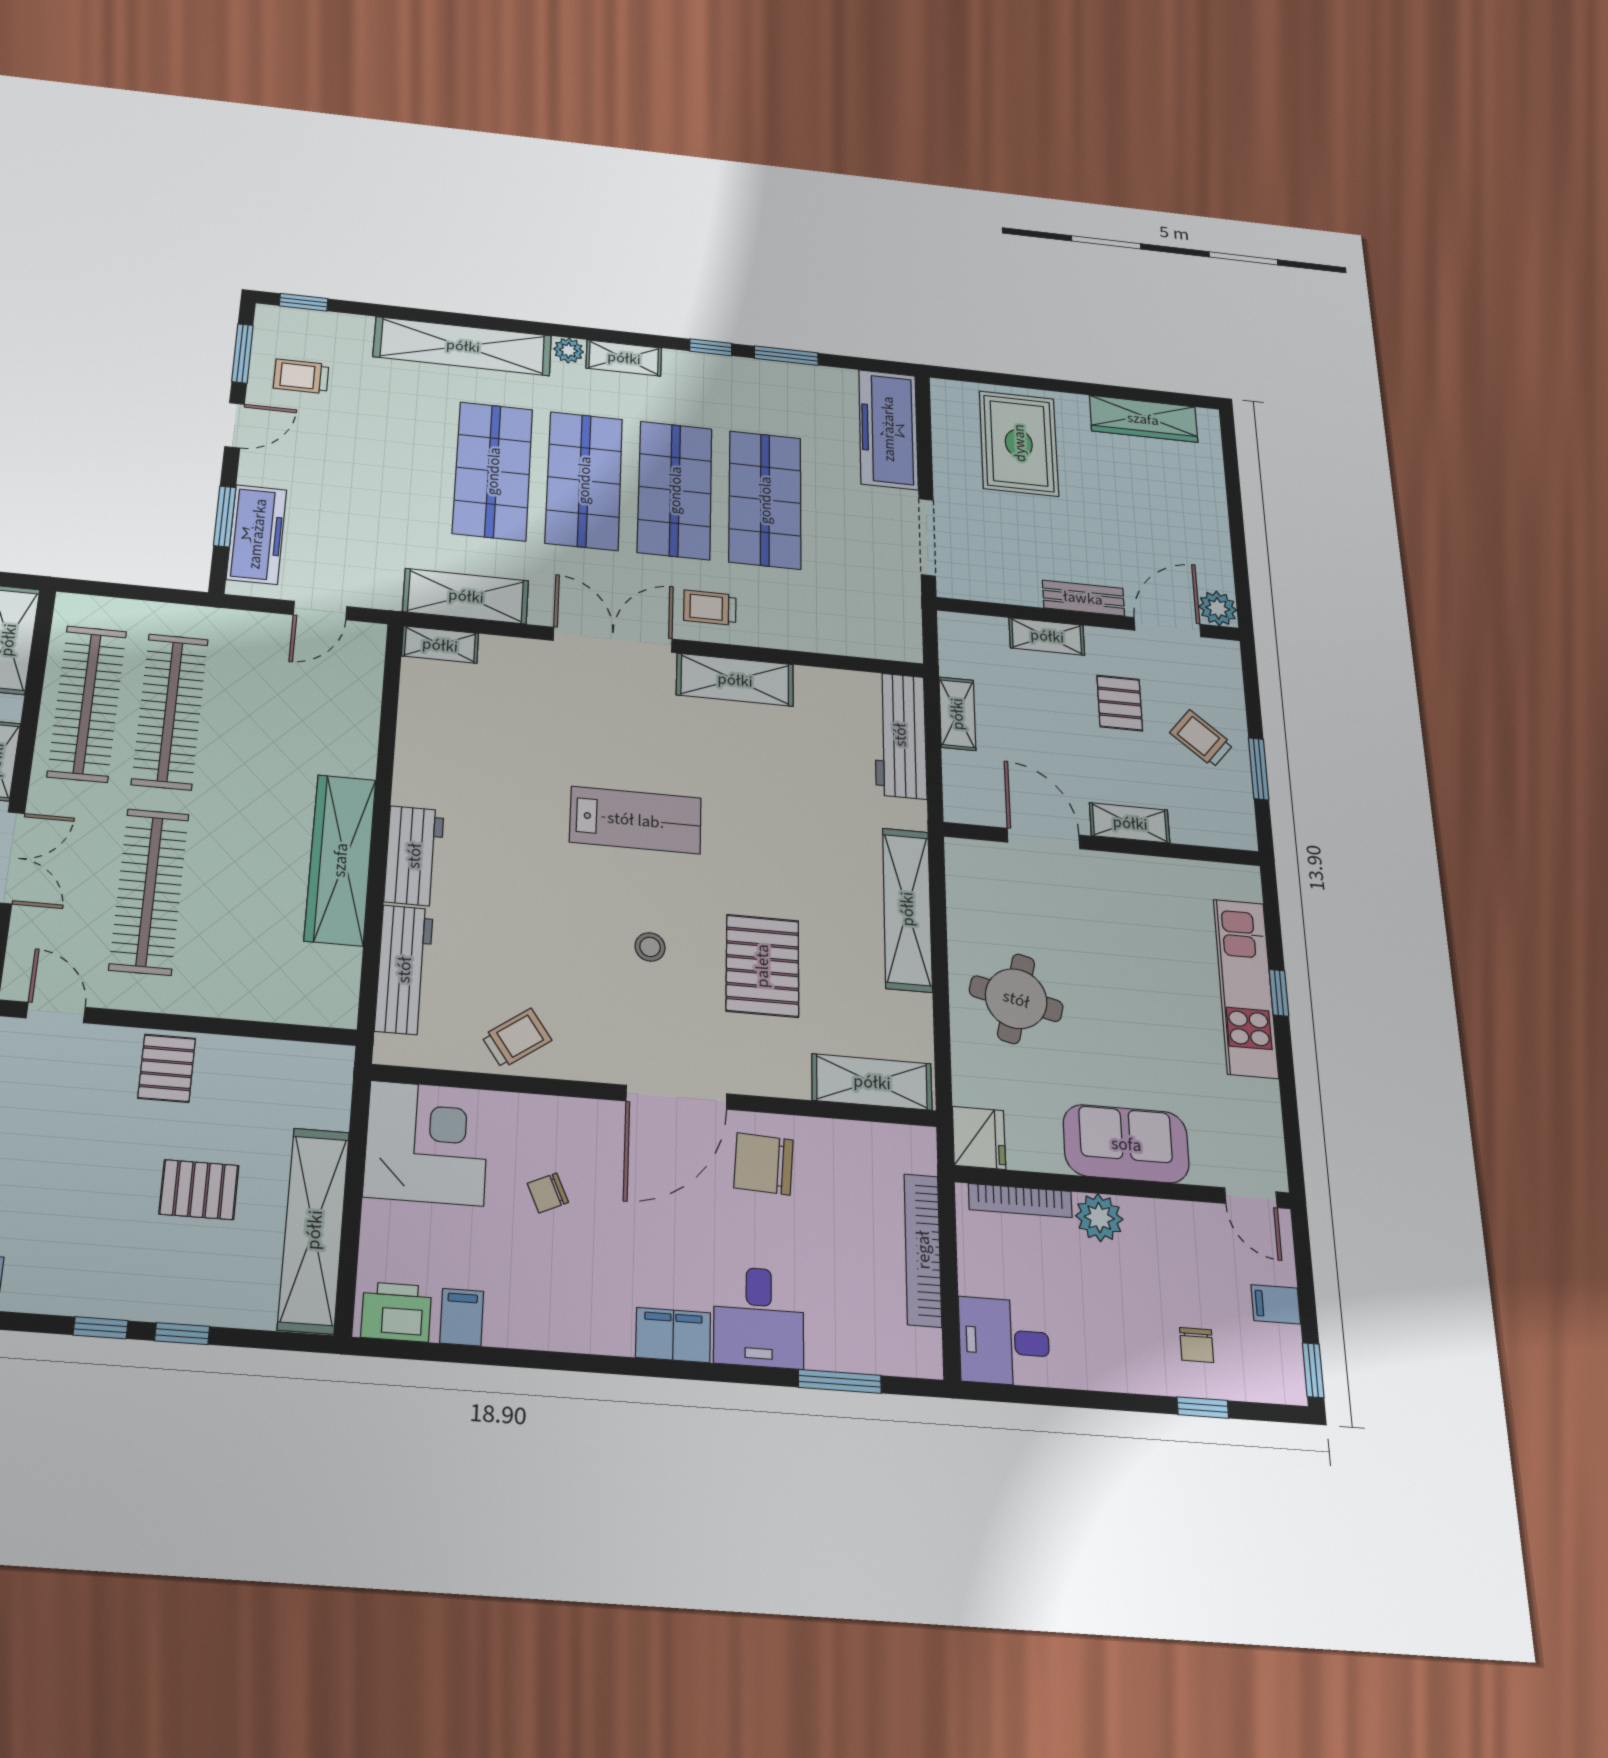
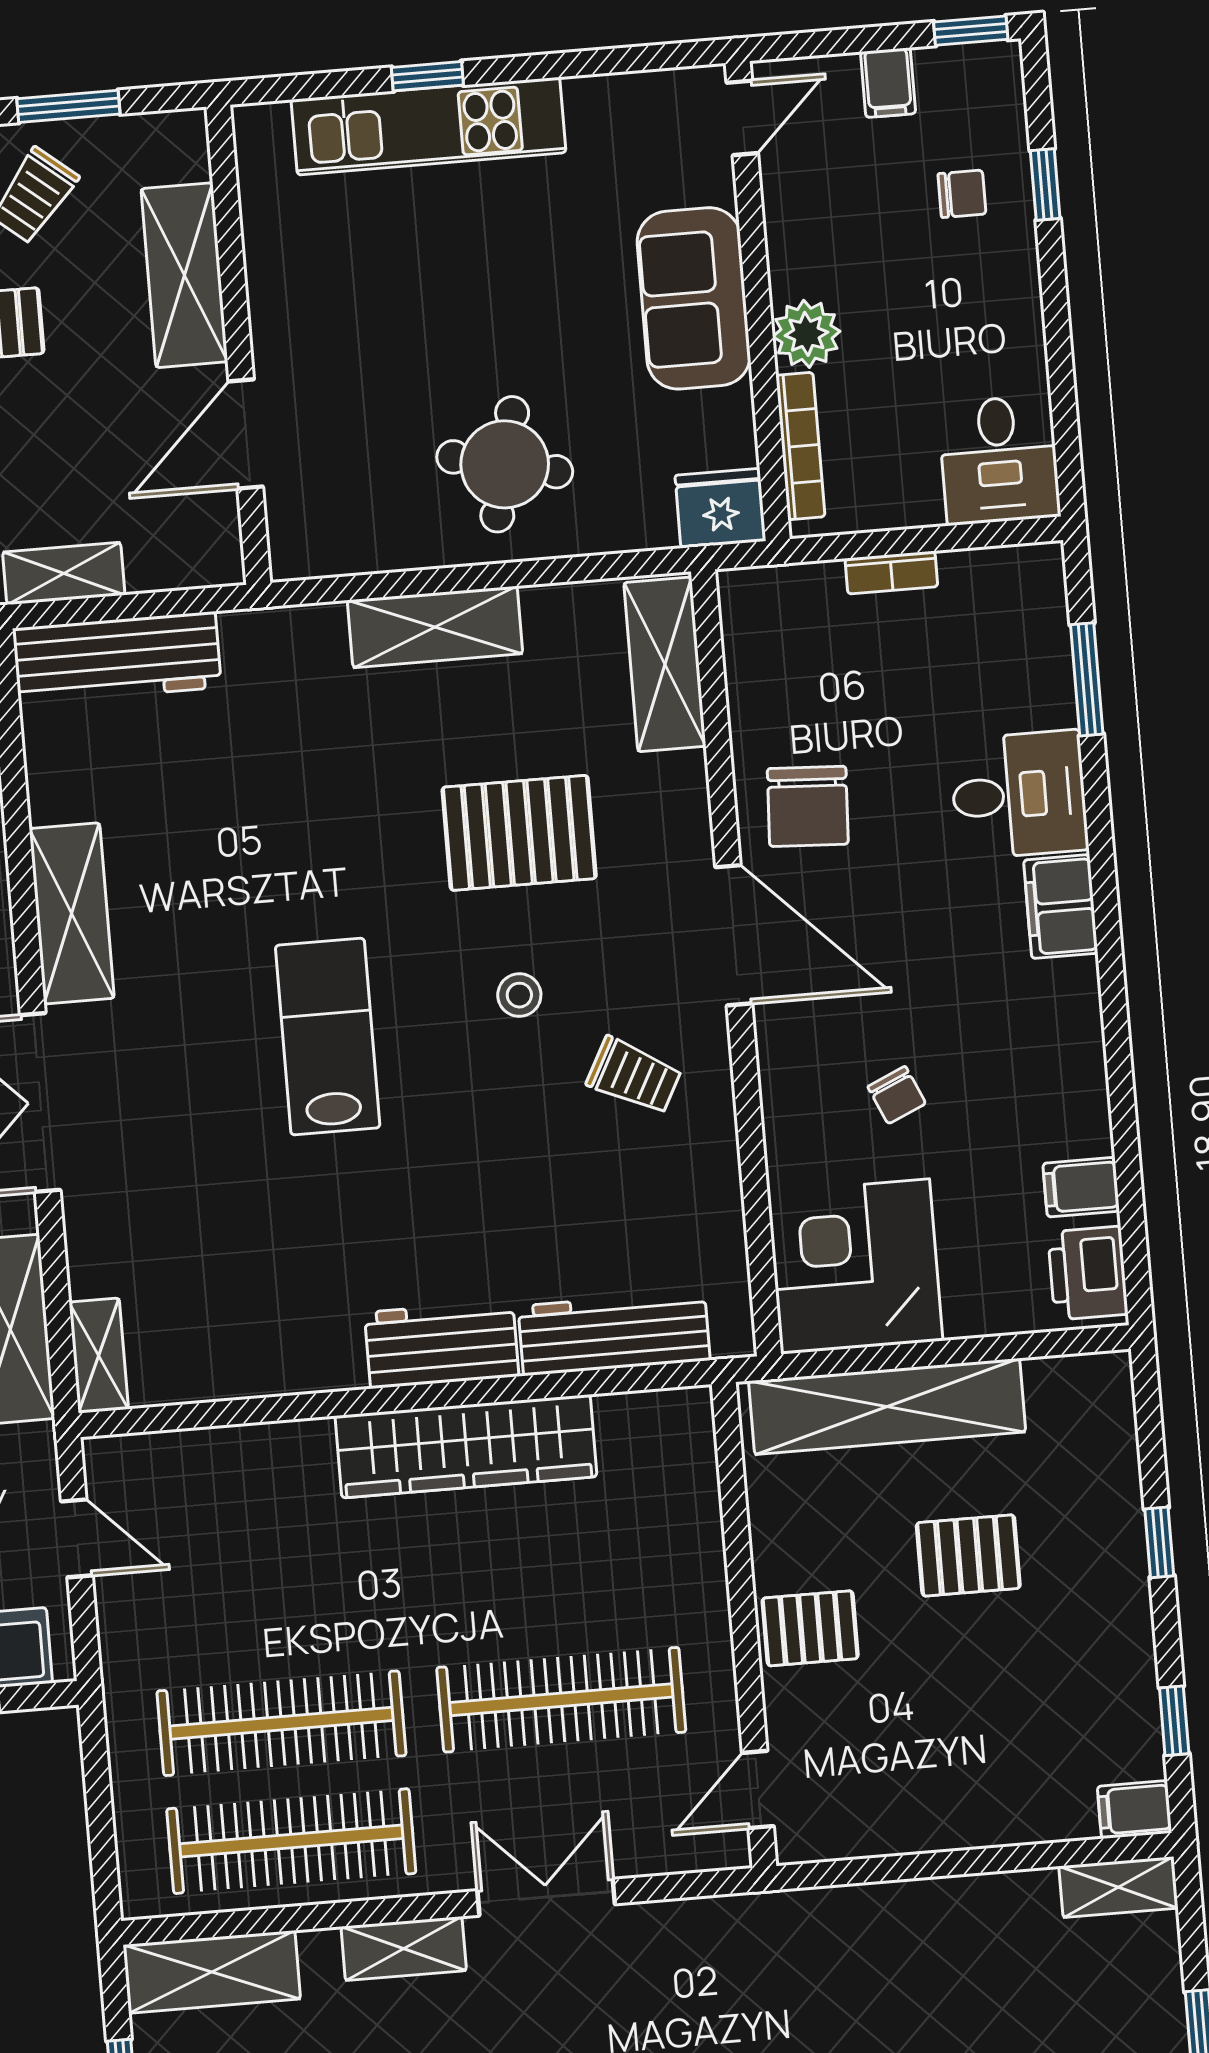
shelving: (1130, 823) -> (184, 275), width x1.50, depth x1.33
shelving: (907, 909) -> (435, 627), width x0.68
trolley: (517, 1038) -> (634, 1076), moved, turned 153
pallet: (199, 1190) -> (968, 1555), turned 90
shelving: (314, 1230) -> (887, 1406), moved
bookcase: (923, 1250) -> (891, 573), width x0.43, depth x0.76
window: (101, 1328) -> (1174, 1721), moved

